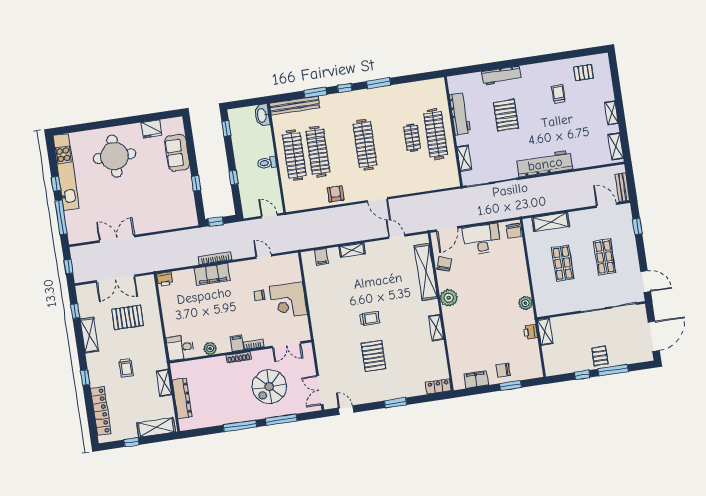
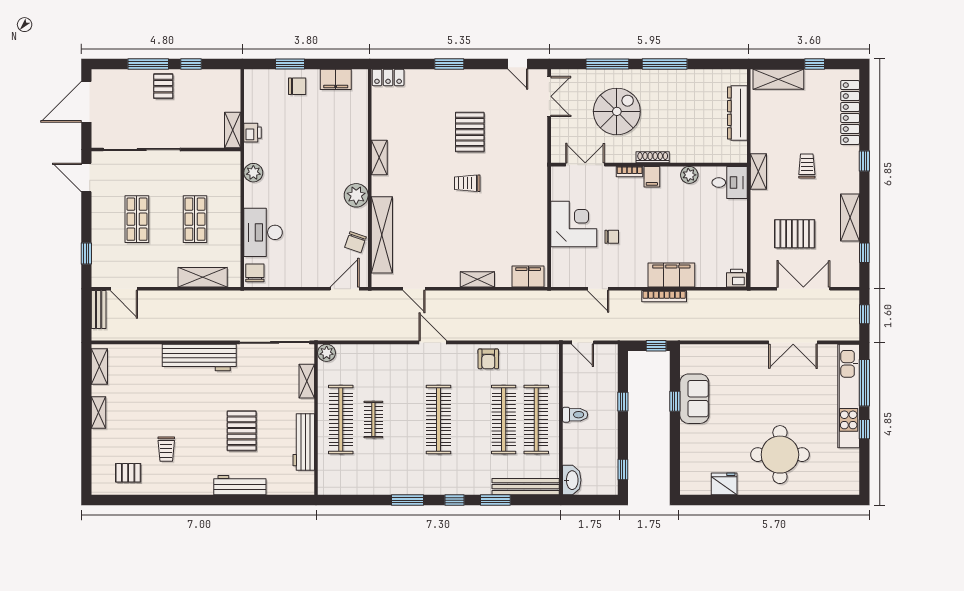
sofa: (177, 153) -> (694, 399), moved
kitchen unit: (66, 172) -> (849, 396), moved
plant: (453, 181) -> (327, 353), added
desk: (482, 239) -> (263, 232), moved, turned 90
filing cabinet: (321, 257) -> (528, 276), width x2.00
shelving: (164, 383) -> (758, 171), moved

